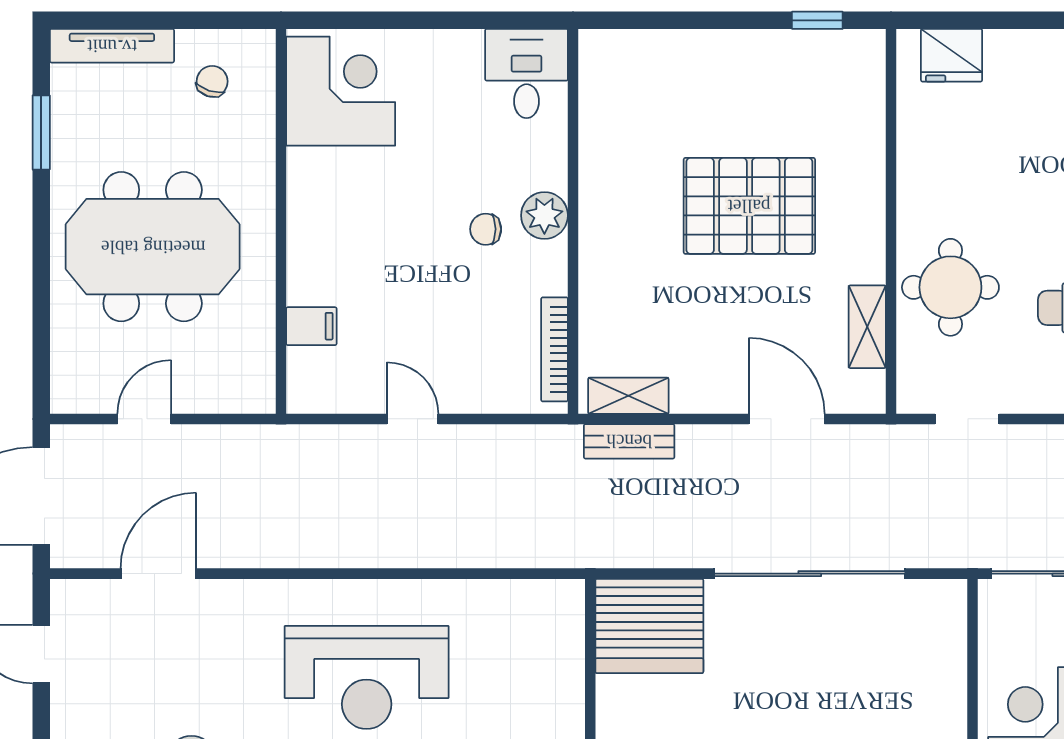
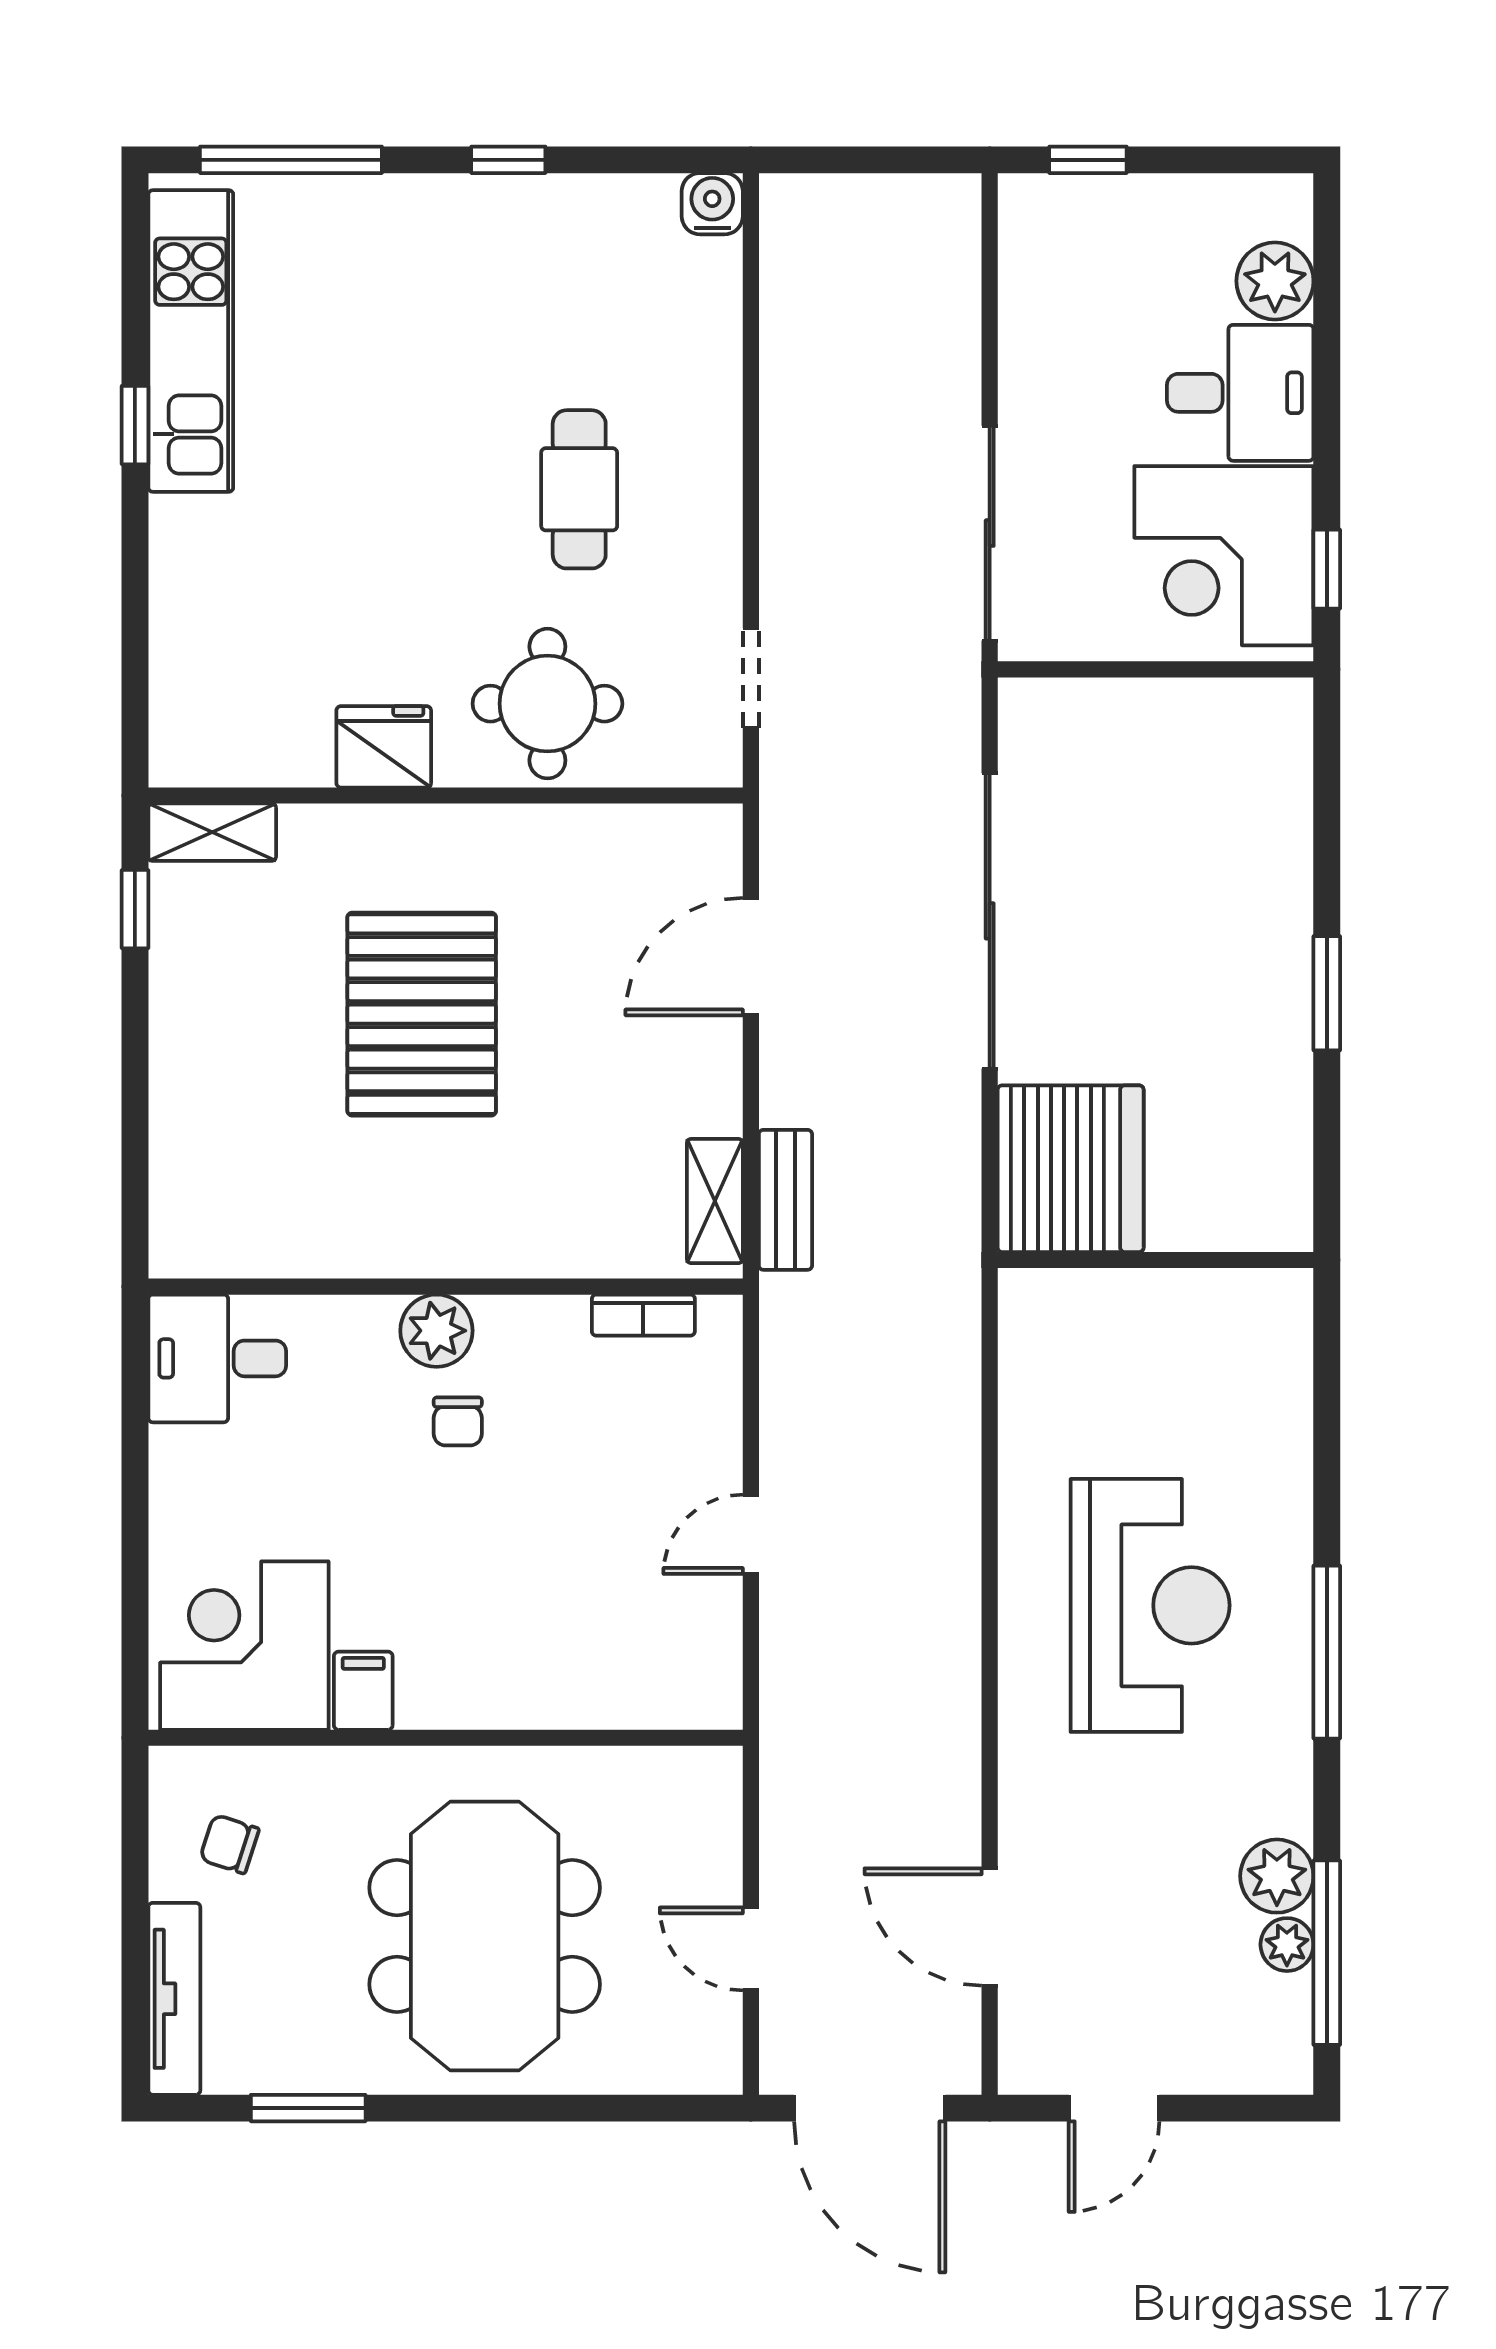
fridge: (952, 55) -> (384, 747), moved, turned -90
filing cabinet: (311, 326) -> (363, 1691), moved
shelving: (867, 327) -> (212, 832), moved
bookcase: (555, 349) -> (643, 1315), width x0.64

